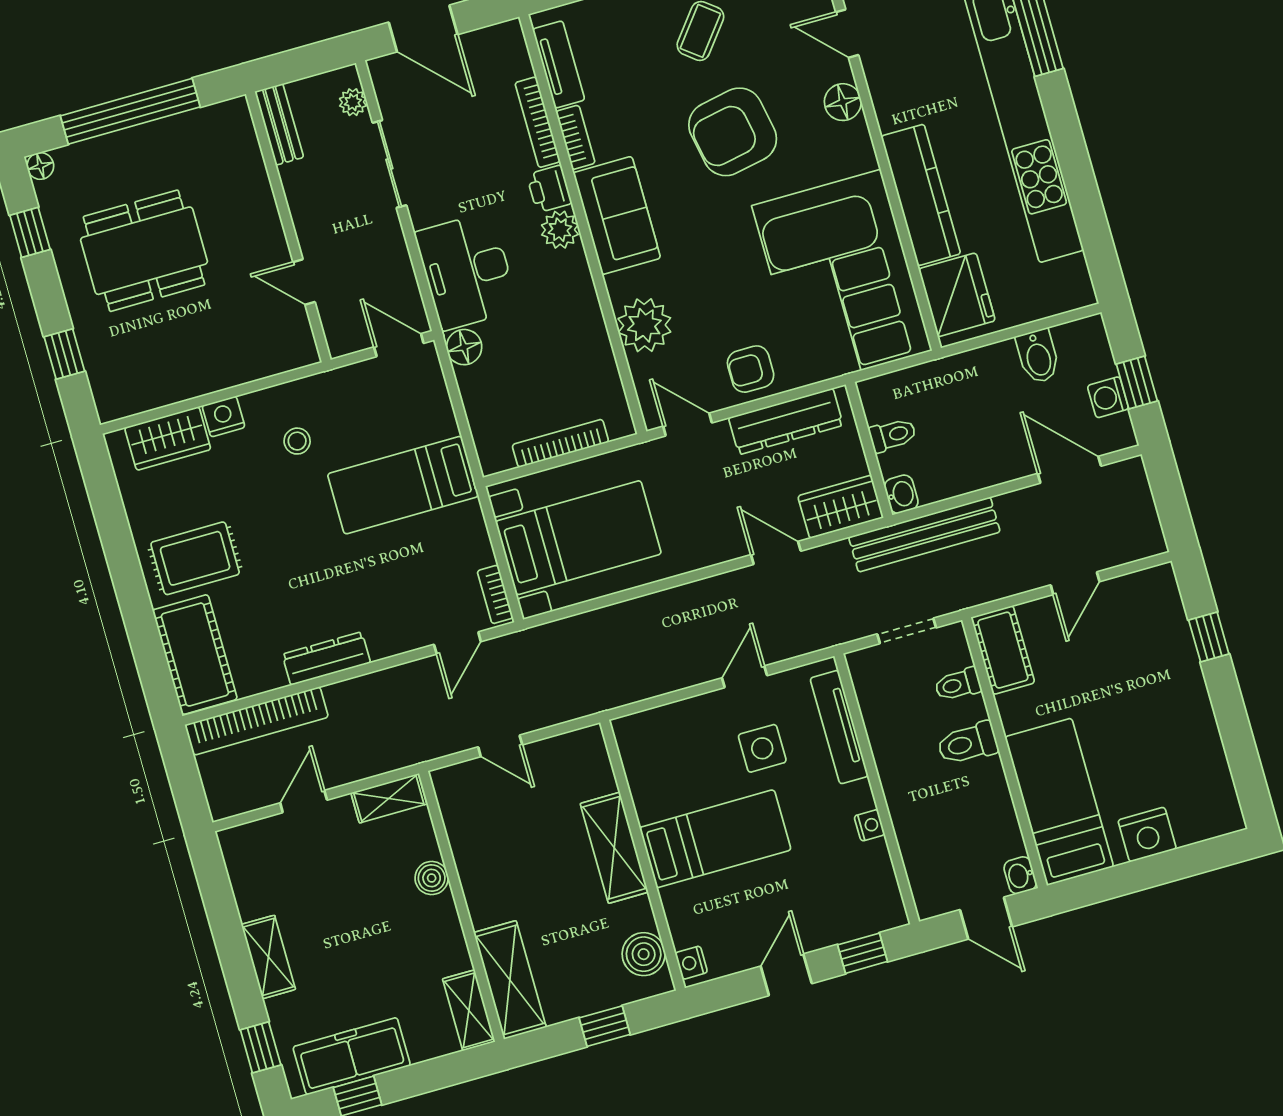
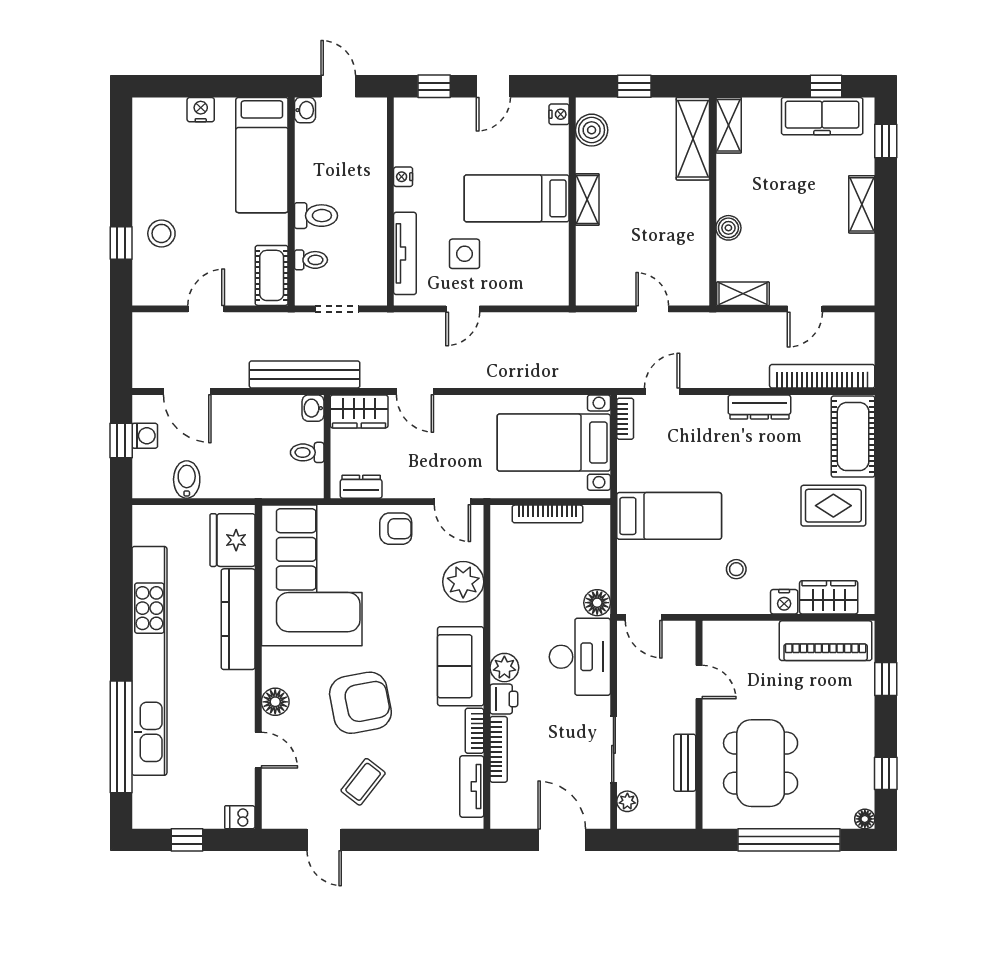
bench: (279, 124) -> (685, 763), moved
dining table: (144, 251) -> (761, 763), moved, turned 90
piano: (156, 381) -> (826, 641), added
dresser: (786, 421) -> (361, 487), width x0.51, depth x0.80
stool: (1160, 664) -> (161, 233), added
nightstand: (1147, 834) -> (201, 110), width x0.74, depth x0.75
shelving: (614, 848) -> (587, 200), width x0.67, depth x0.75

